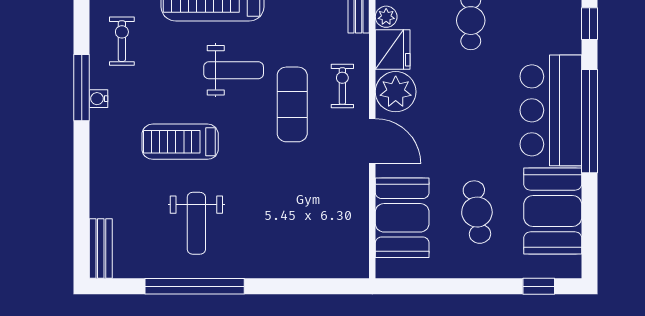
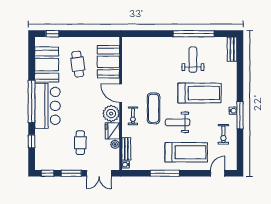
treadmill: (180, 142) -> (200, 93), width x1.37, depth x1.38

